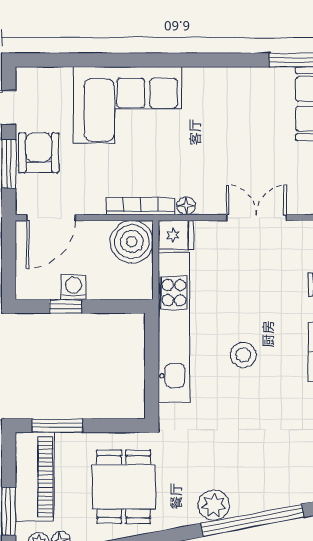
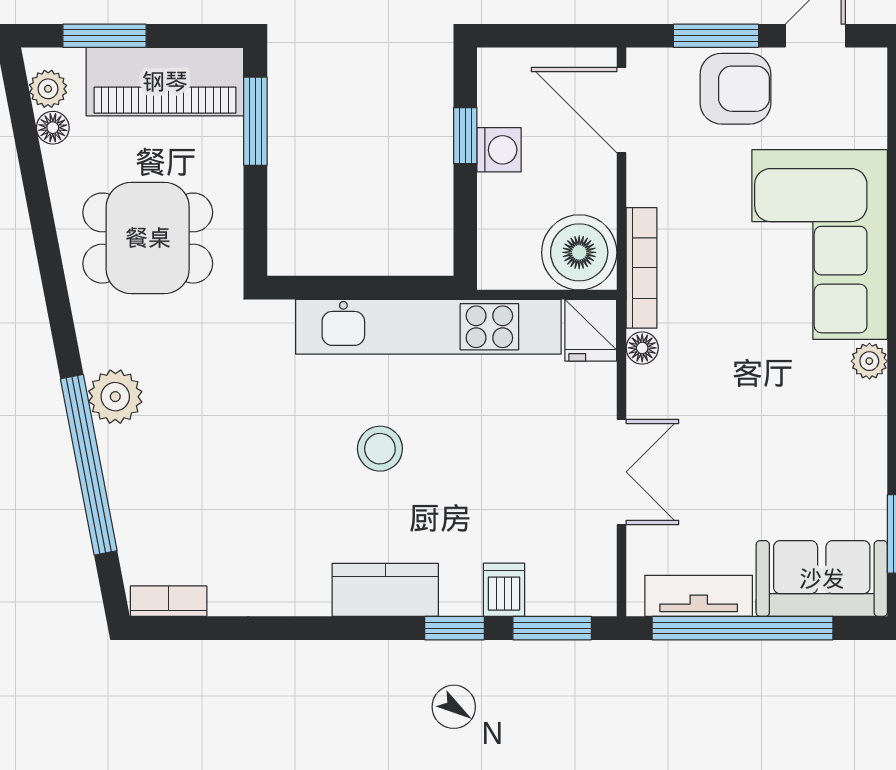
plant: (194, 77) -> (869, 361), added

